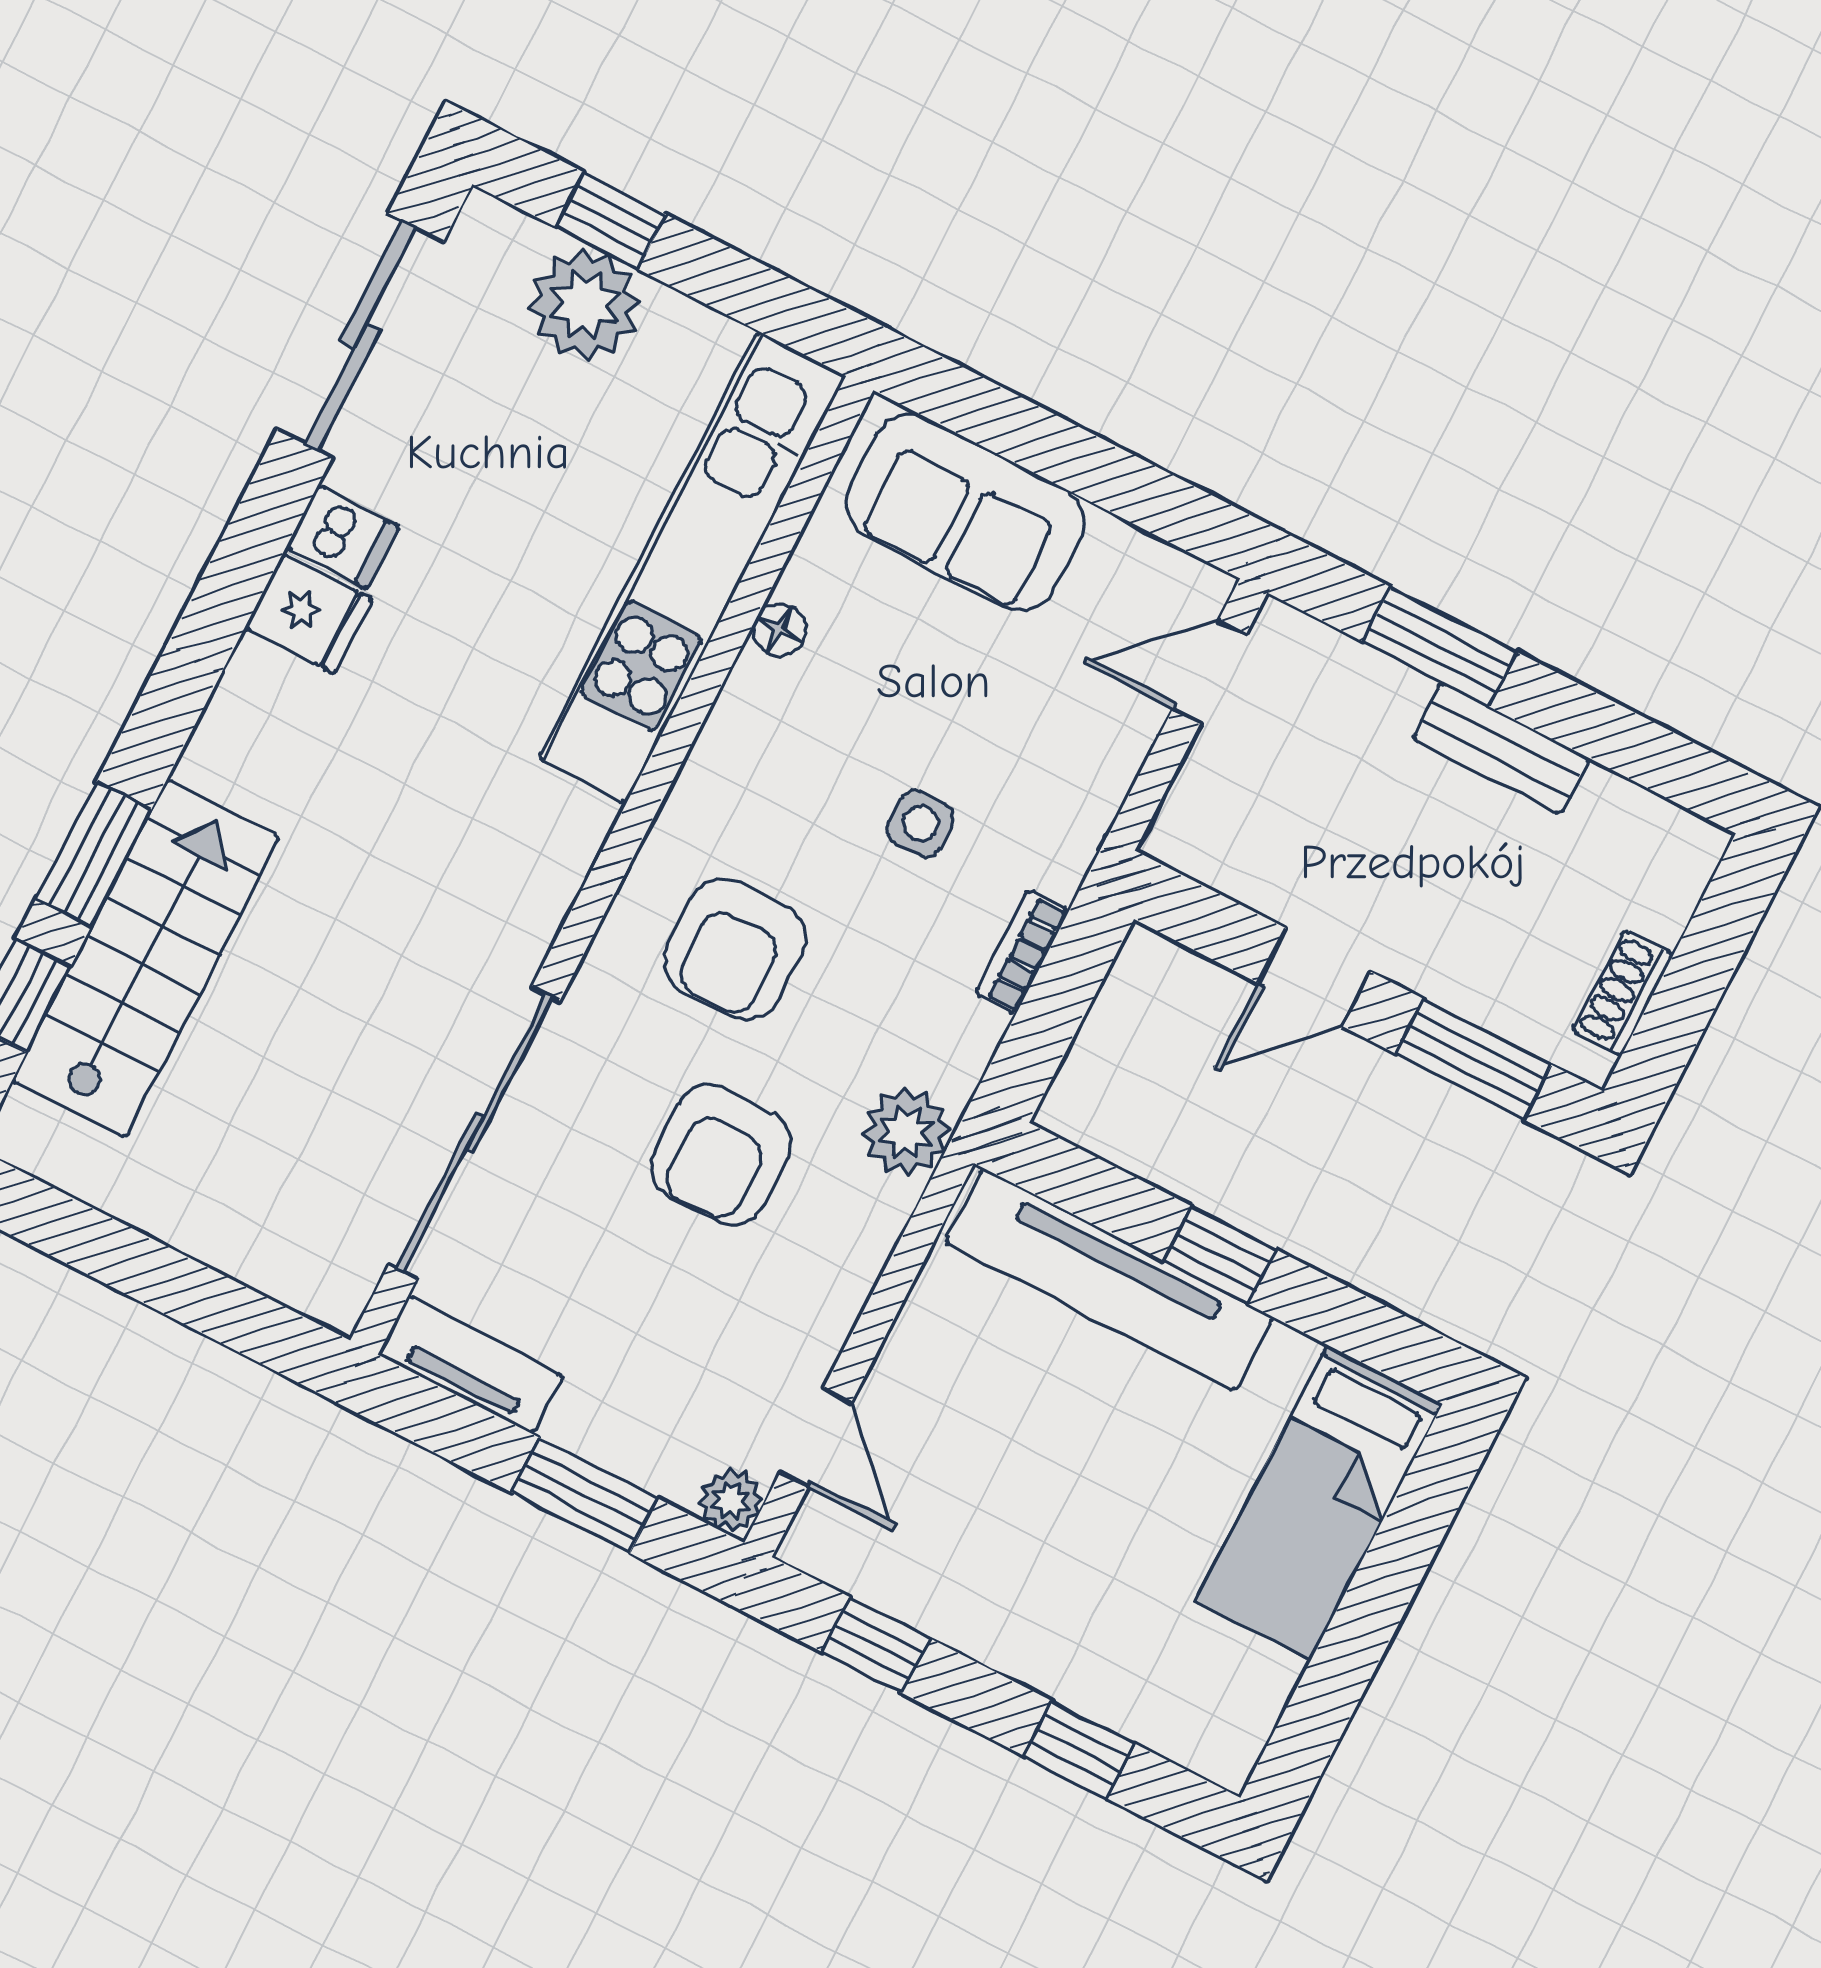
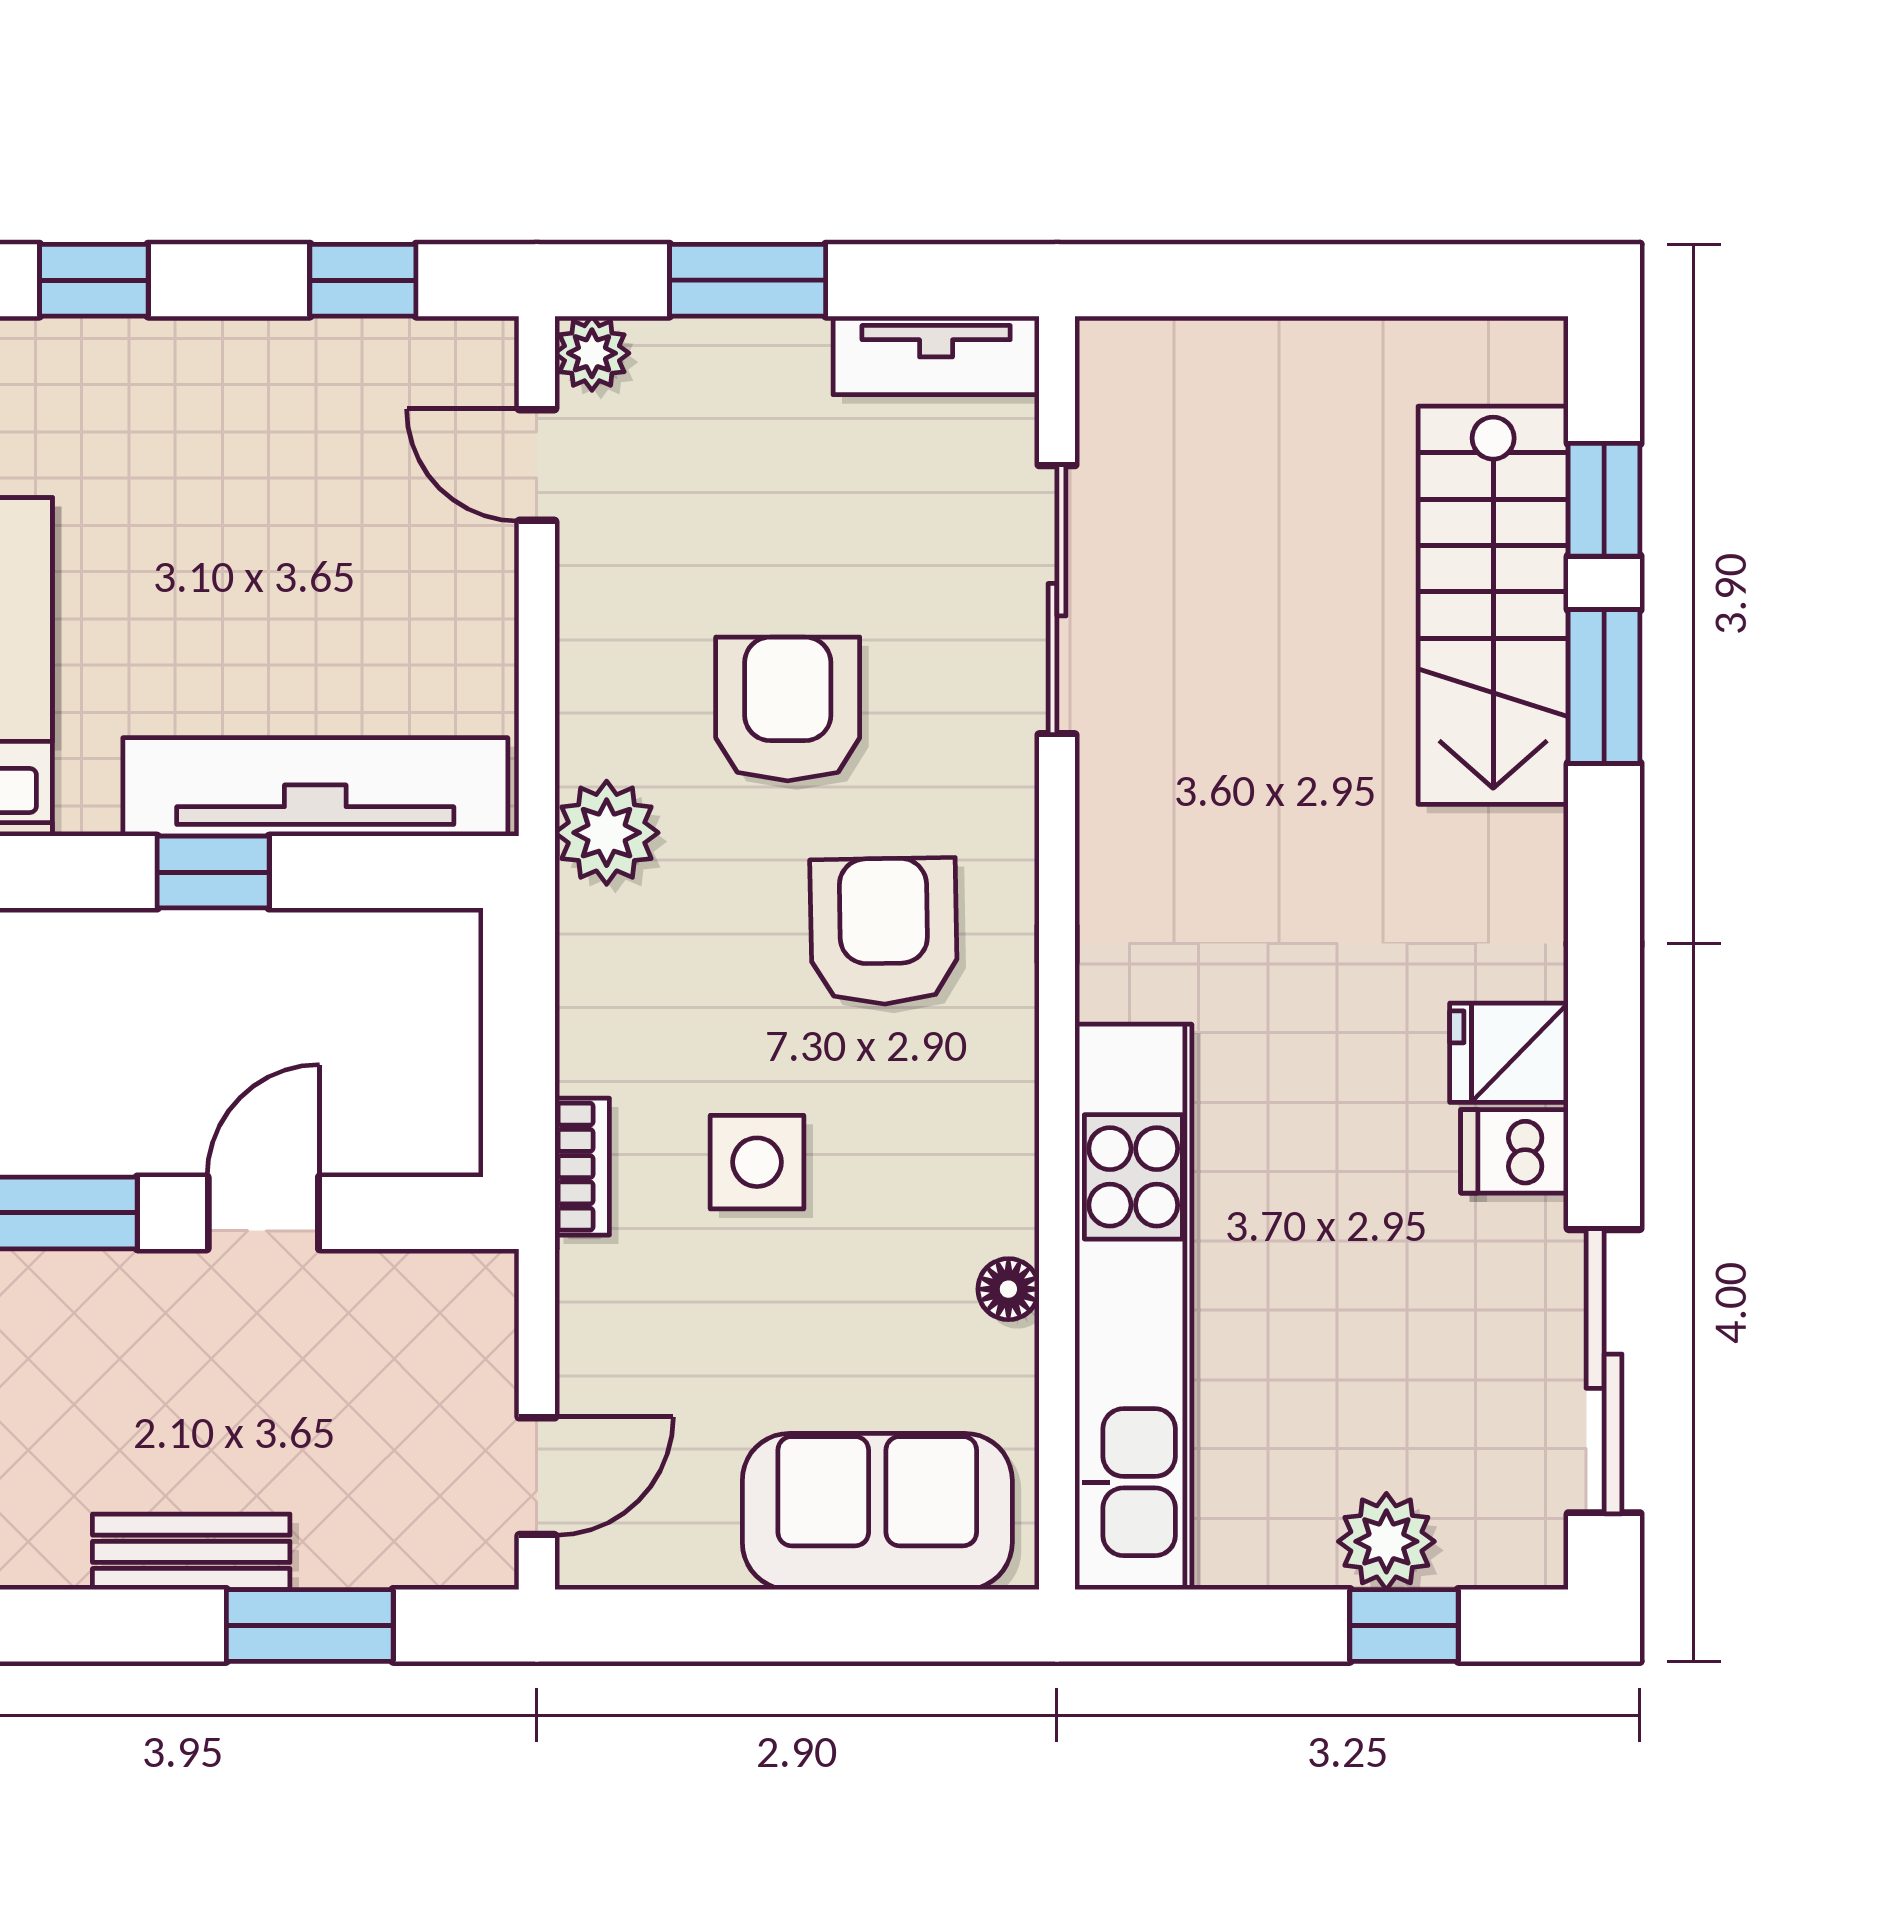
plant: (585, 305) -> (1386, 1541), width x0.73, depth x0.73
side table: (921, 824) -> (757, 1162), width x1.37, depth x1.37
bookcase: (1022, 952) -> (582, 1167), moved
sliding door: (474, 1133) -> (1057, 600), width x0.73

